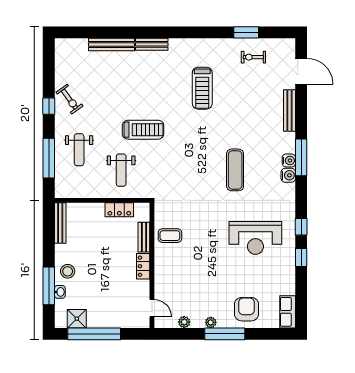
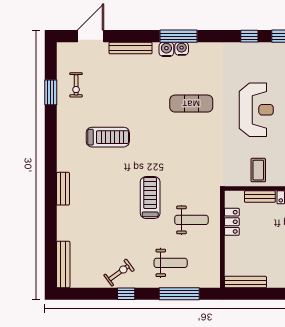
bench: (112, 45) -> (63, 265), moved
water cooler: (288, 175) -> (166, 49), moved
reception desk: (255, 238) -> (256, 110), moved

